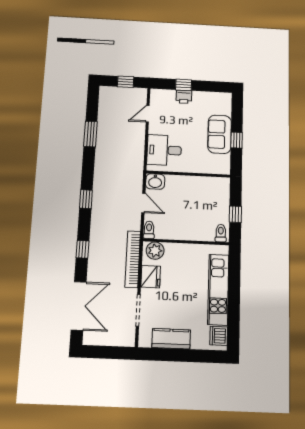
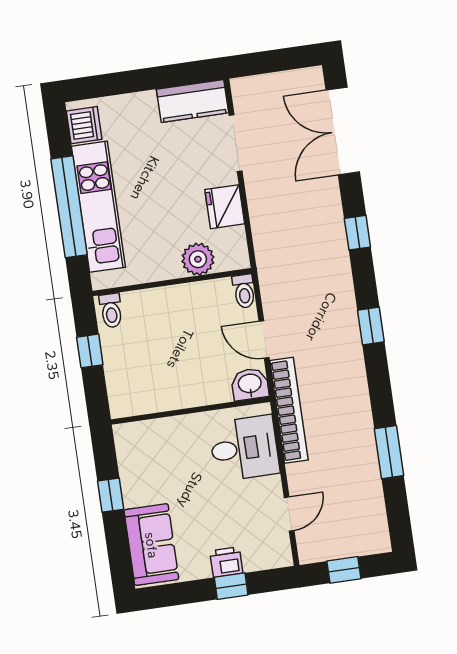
sofa: (220, 134) -> (151, 545), moved
plant: (155, 251) -> (198, 259), moved
bookcase: (133, 259) -> (289, 410), moved
window: (234, 292) -> (69, 207), added
kitchen counter: (171, 339) -> (193, 101), moved

